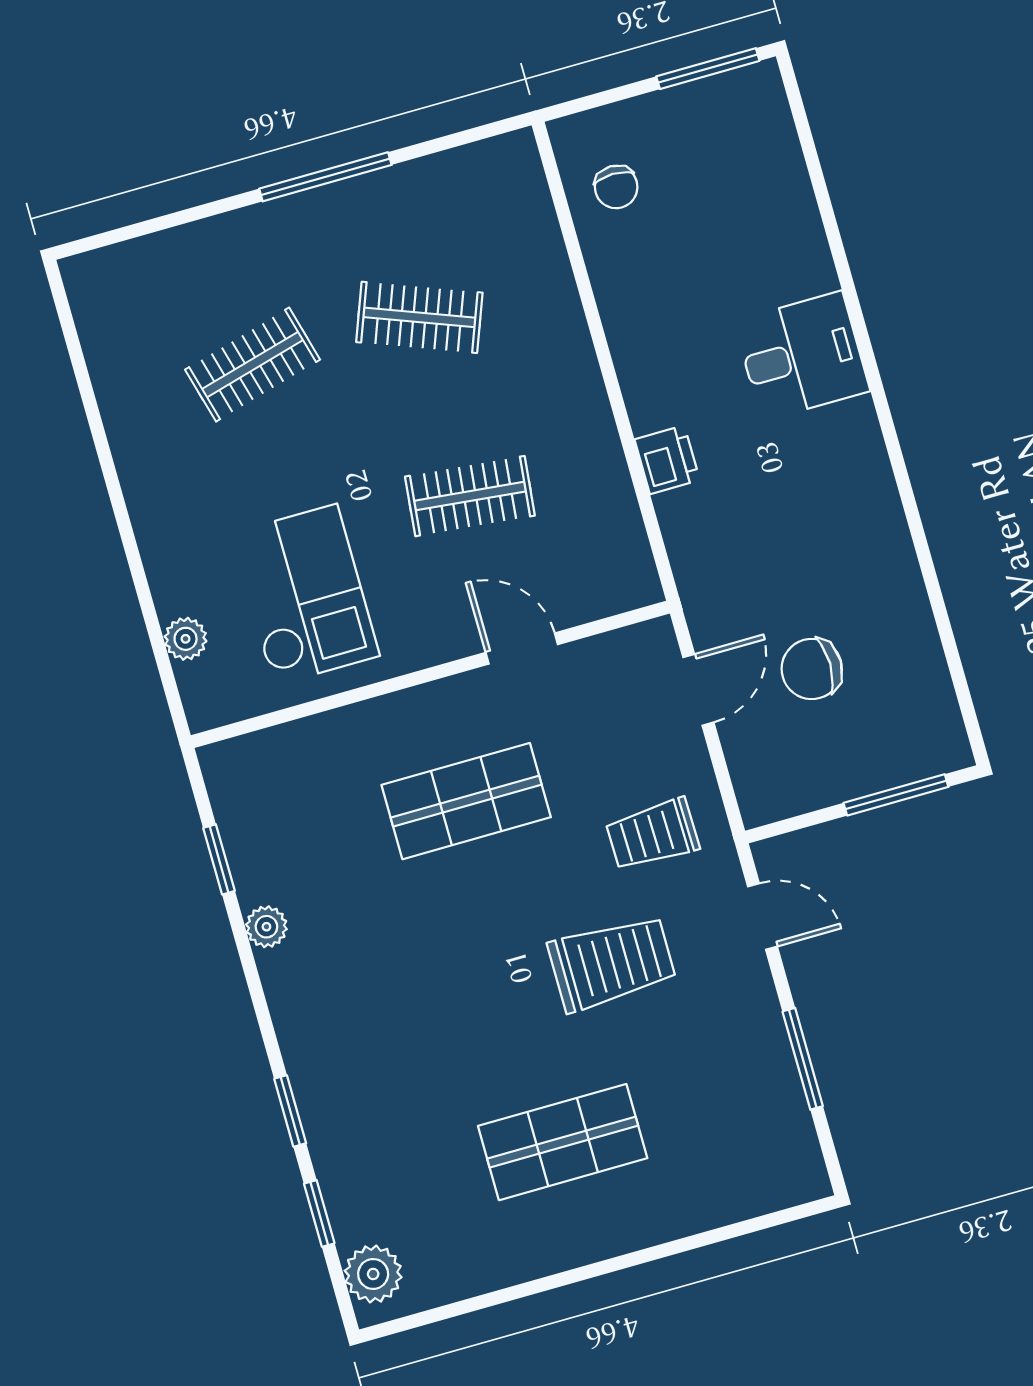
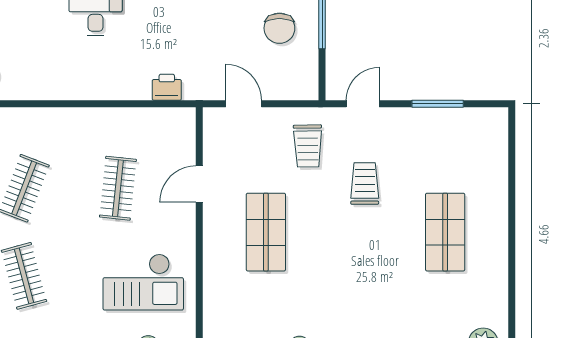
printer: (667, 460) -> (167, 87), moved
checkout: (305, 595) -> (143, 282), turned 180
chair: (812, 669) -> (279, 28), moved
trolley: (612, 963) -> (365, 183), width x0.73, depth x0.72

